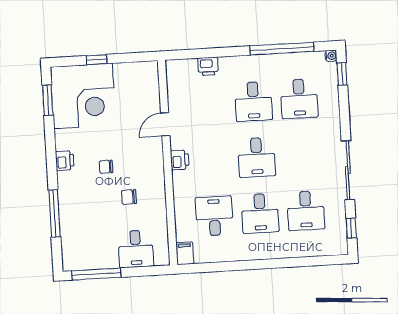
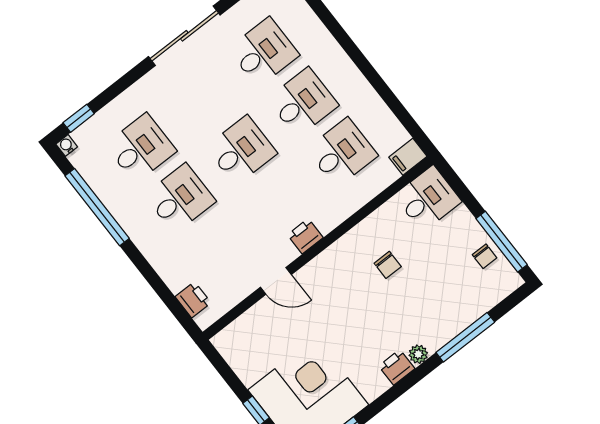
printer: (208, 66) -> (193, 300), moved
chair: (106, 167) -> (485, 256), moved
plant: (64, 179) -> (418, 354), added
desk: (214, 216) -> (342, 152), turned 180
desk: (136, 249) -> (428, 199), moved

